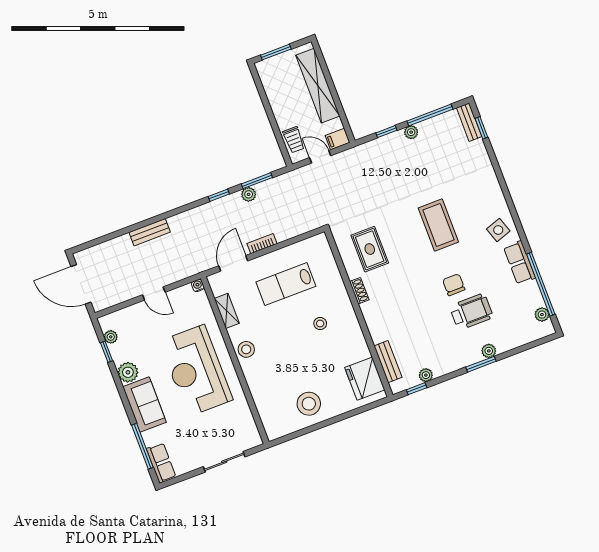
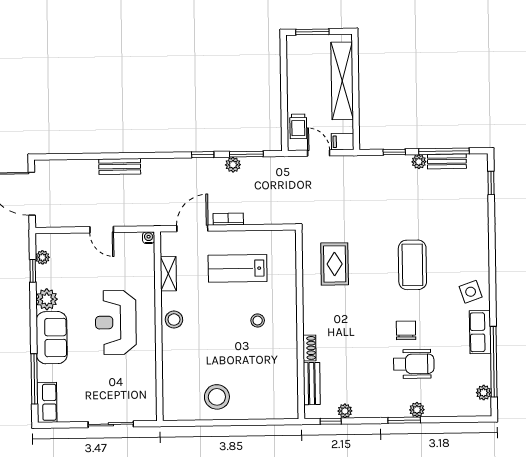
bench: (469, 122) -> (447, 161), moved, turned 90
shoe rack: (359, 291) -> (309, 348), moved
reception desk: (196, 371) -> (116, 322), width x0.74, depth x0.77
fridge: (365, 379) -> (282, 392), removed

